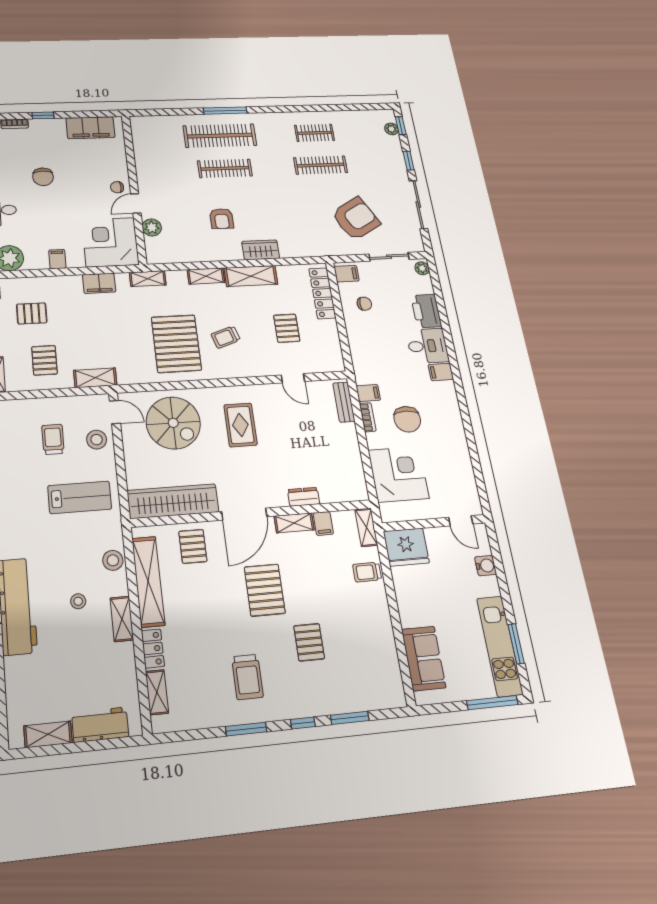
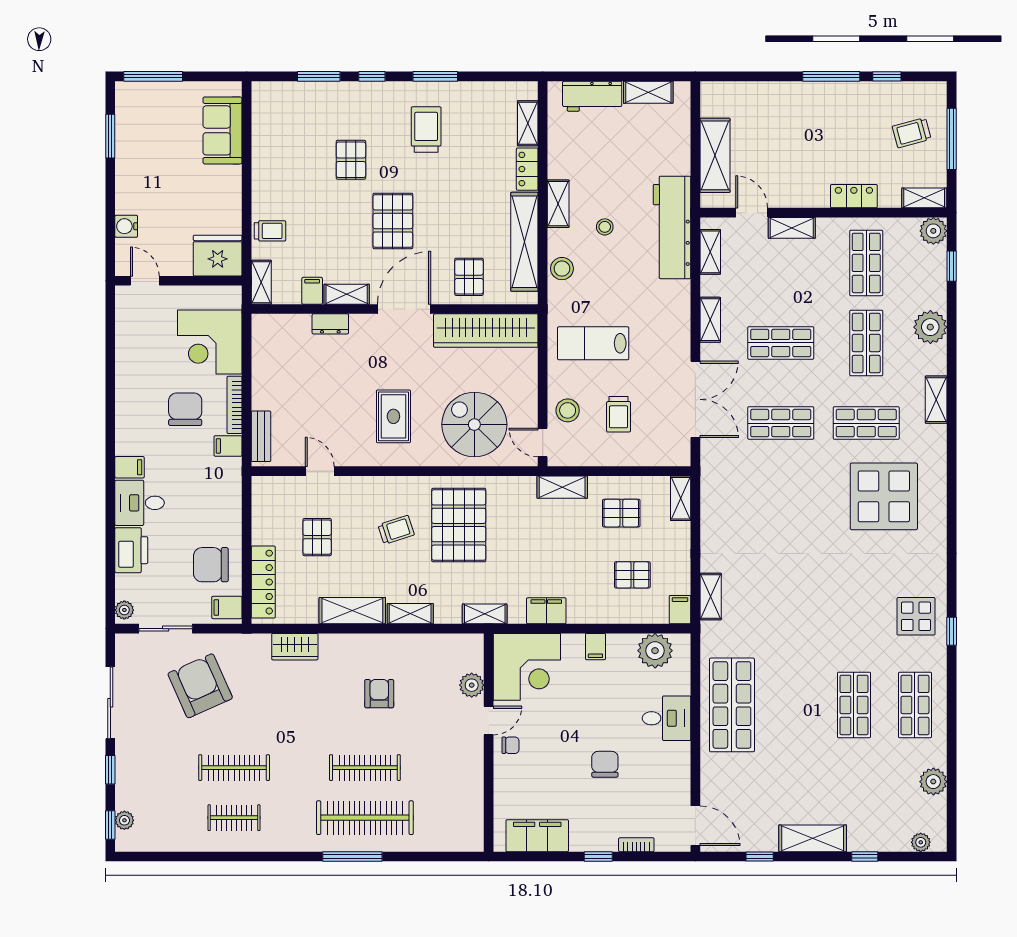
armchair: (356, 219) -> (200, 686), turned 95
wardrobe: (261, 250) -> (295, 647), moved
chair: (364, 304) -> (211, 565), width x1.87, depth x1.87
pallet: (44, 360) -> (621, 513), turned 90
bookcase: (368, 417) -> (235, 405), width x1.56
kitchen unit: (500, 646) -> (130, 136), removed

